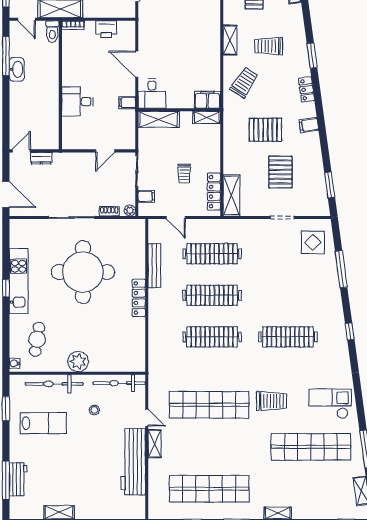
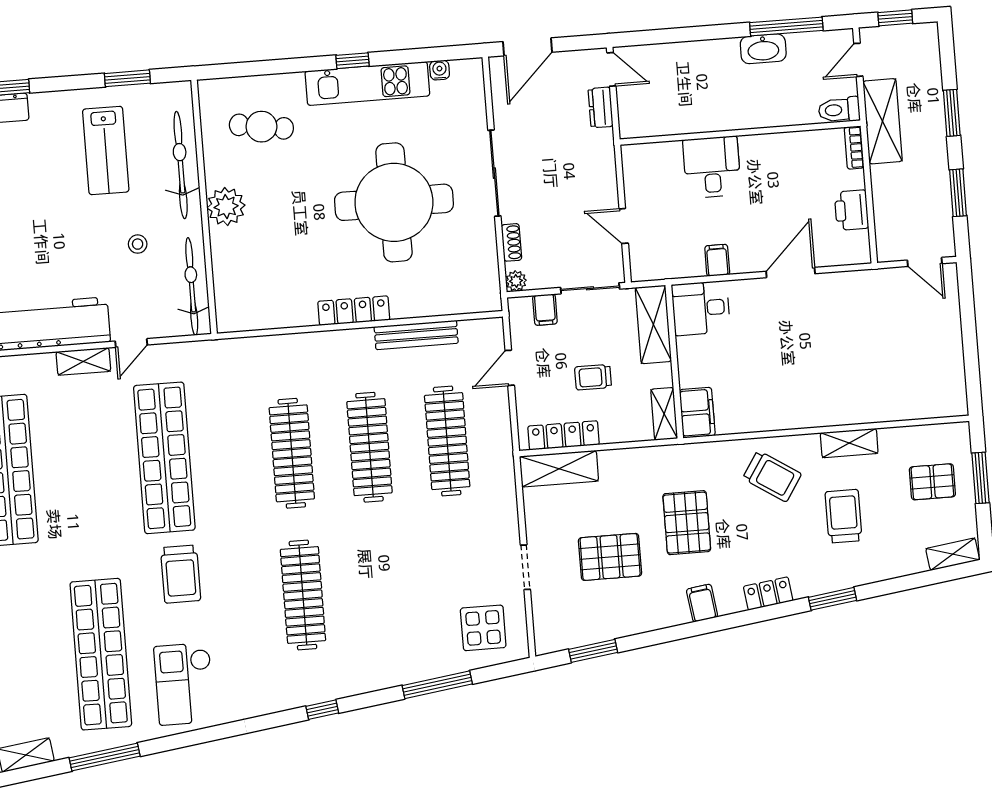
desk: (152, 94) -> (701, 308), moved
filing cabinet: (207, 100) -> (697, 413), moved
wall: (179, 110) -> (674, 362), moved
shelving: (207, 117) -> (664, 414), moved
shelving: (159, 119) -> (653, 324), moved
water cooler: (15, 363) -> (440, 70), moved
checkout: (330, 404) -> (184, 684), turned 180

